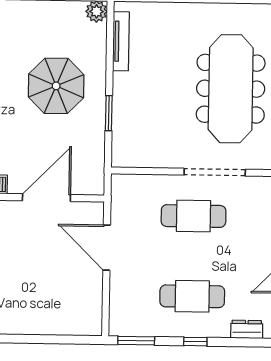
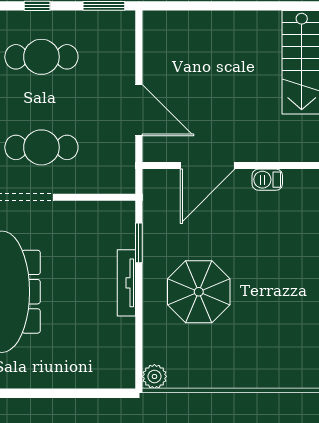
tv unit: (121, 41) -> (126, 283), moved
window: (109, 113) -> (139, 243), moved

